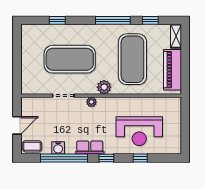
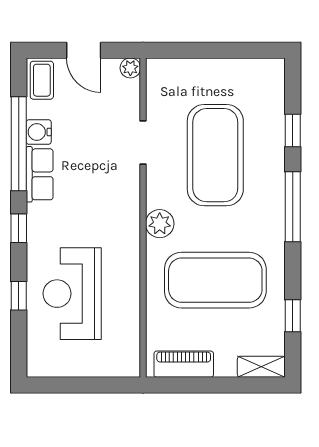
window: (113, 20) -> (293, 207), moved
piano: (172, 70) -> (184, 364), width x0.73, depth x0.75
plant: (91, 102) -> (130, 68), moved
row of seats: (90, 147) -> (40, 174), moved

